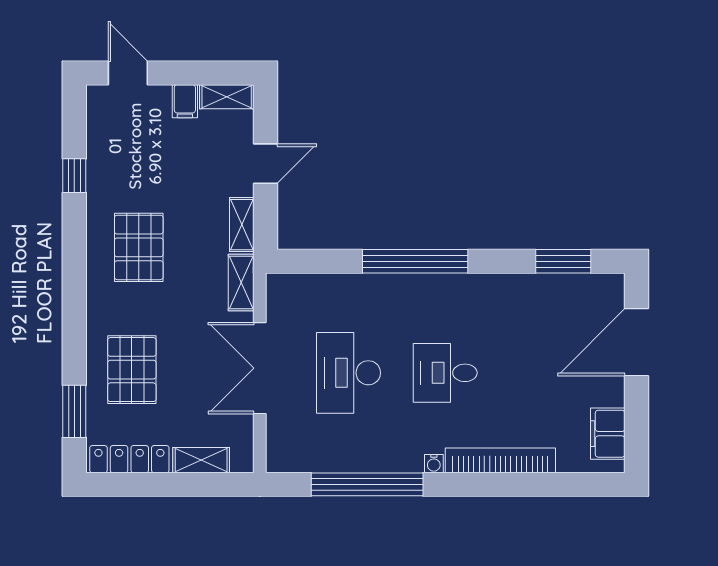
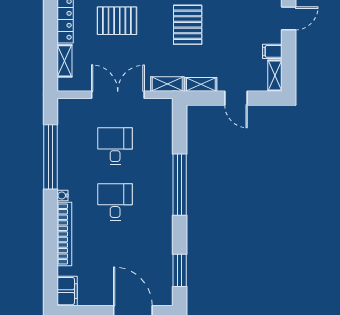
pallet: (139, 247) -> (188, 25), turned 90
desk: (349, 373) -> (115, 146), width x0.73
filing cabinet: (608, 434) -> (67, 291), moved, turned 90

